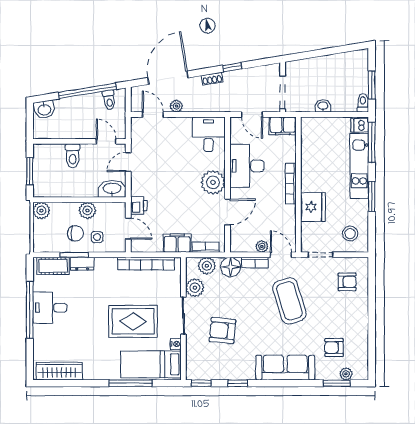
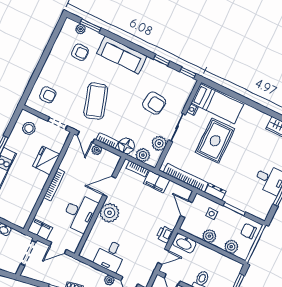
door: (252, 115) -> (58, 248), swing flipped
desk: (208, 134) -> (110, 256), moved
printer: (139, 206) -> (165, 234), moved
plant: (41, 210) -> (231, 247), moved
chair: (76, 233) -> (249, 231), moved
dresser: (82, 264) -> (215, 192), moved
cot: (53, 266) -> (253, 208), removed
armchair: (347, 282) -> (48, 95), turned 180
rug: (133, 321) -> (215, 141), turned 90
window: (131, 383) -> (238, 97), removed

